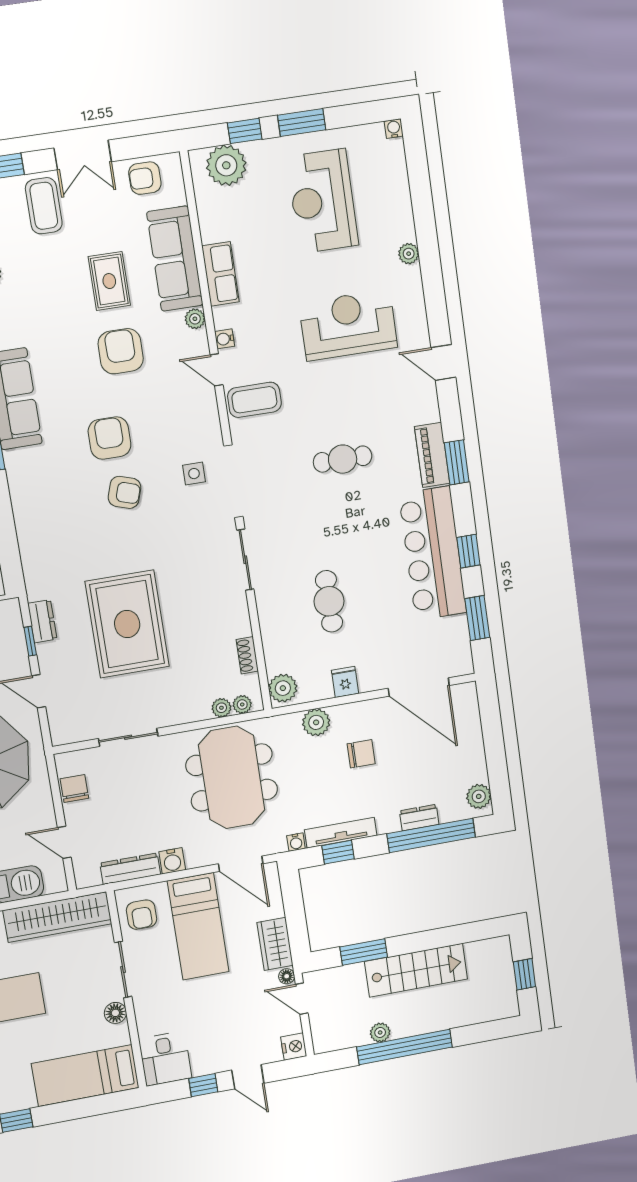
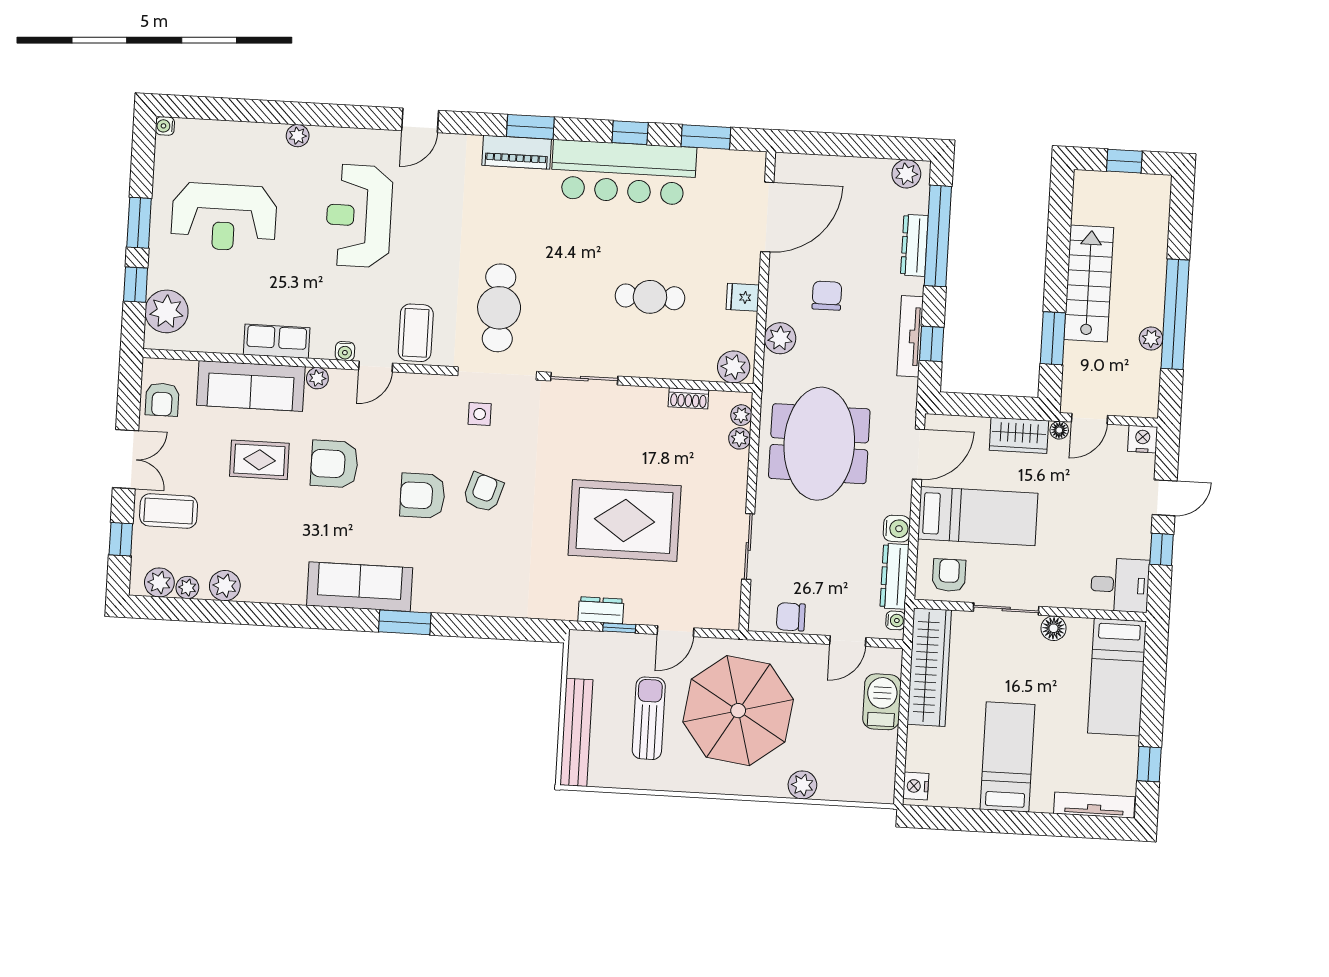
cafe table: (343, 459) -> (499, 308), moved, width x1.37, depth x1.35
meeting table: (232, 777) -> (819, 444), turned 90
dresser: (419, 818) -> (914, 245), width x1.44
water cooler: (296, 842) -> (895, 620), moved
armchair: (141, 915) -> (949, 575), turned -90

